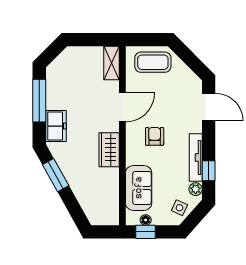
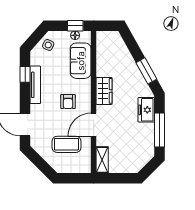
coffee table: (153, 62) -> (67, 144), moved
plant: (196, 189) -> (35, 60), removed

